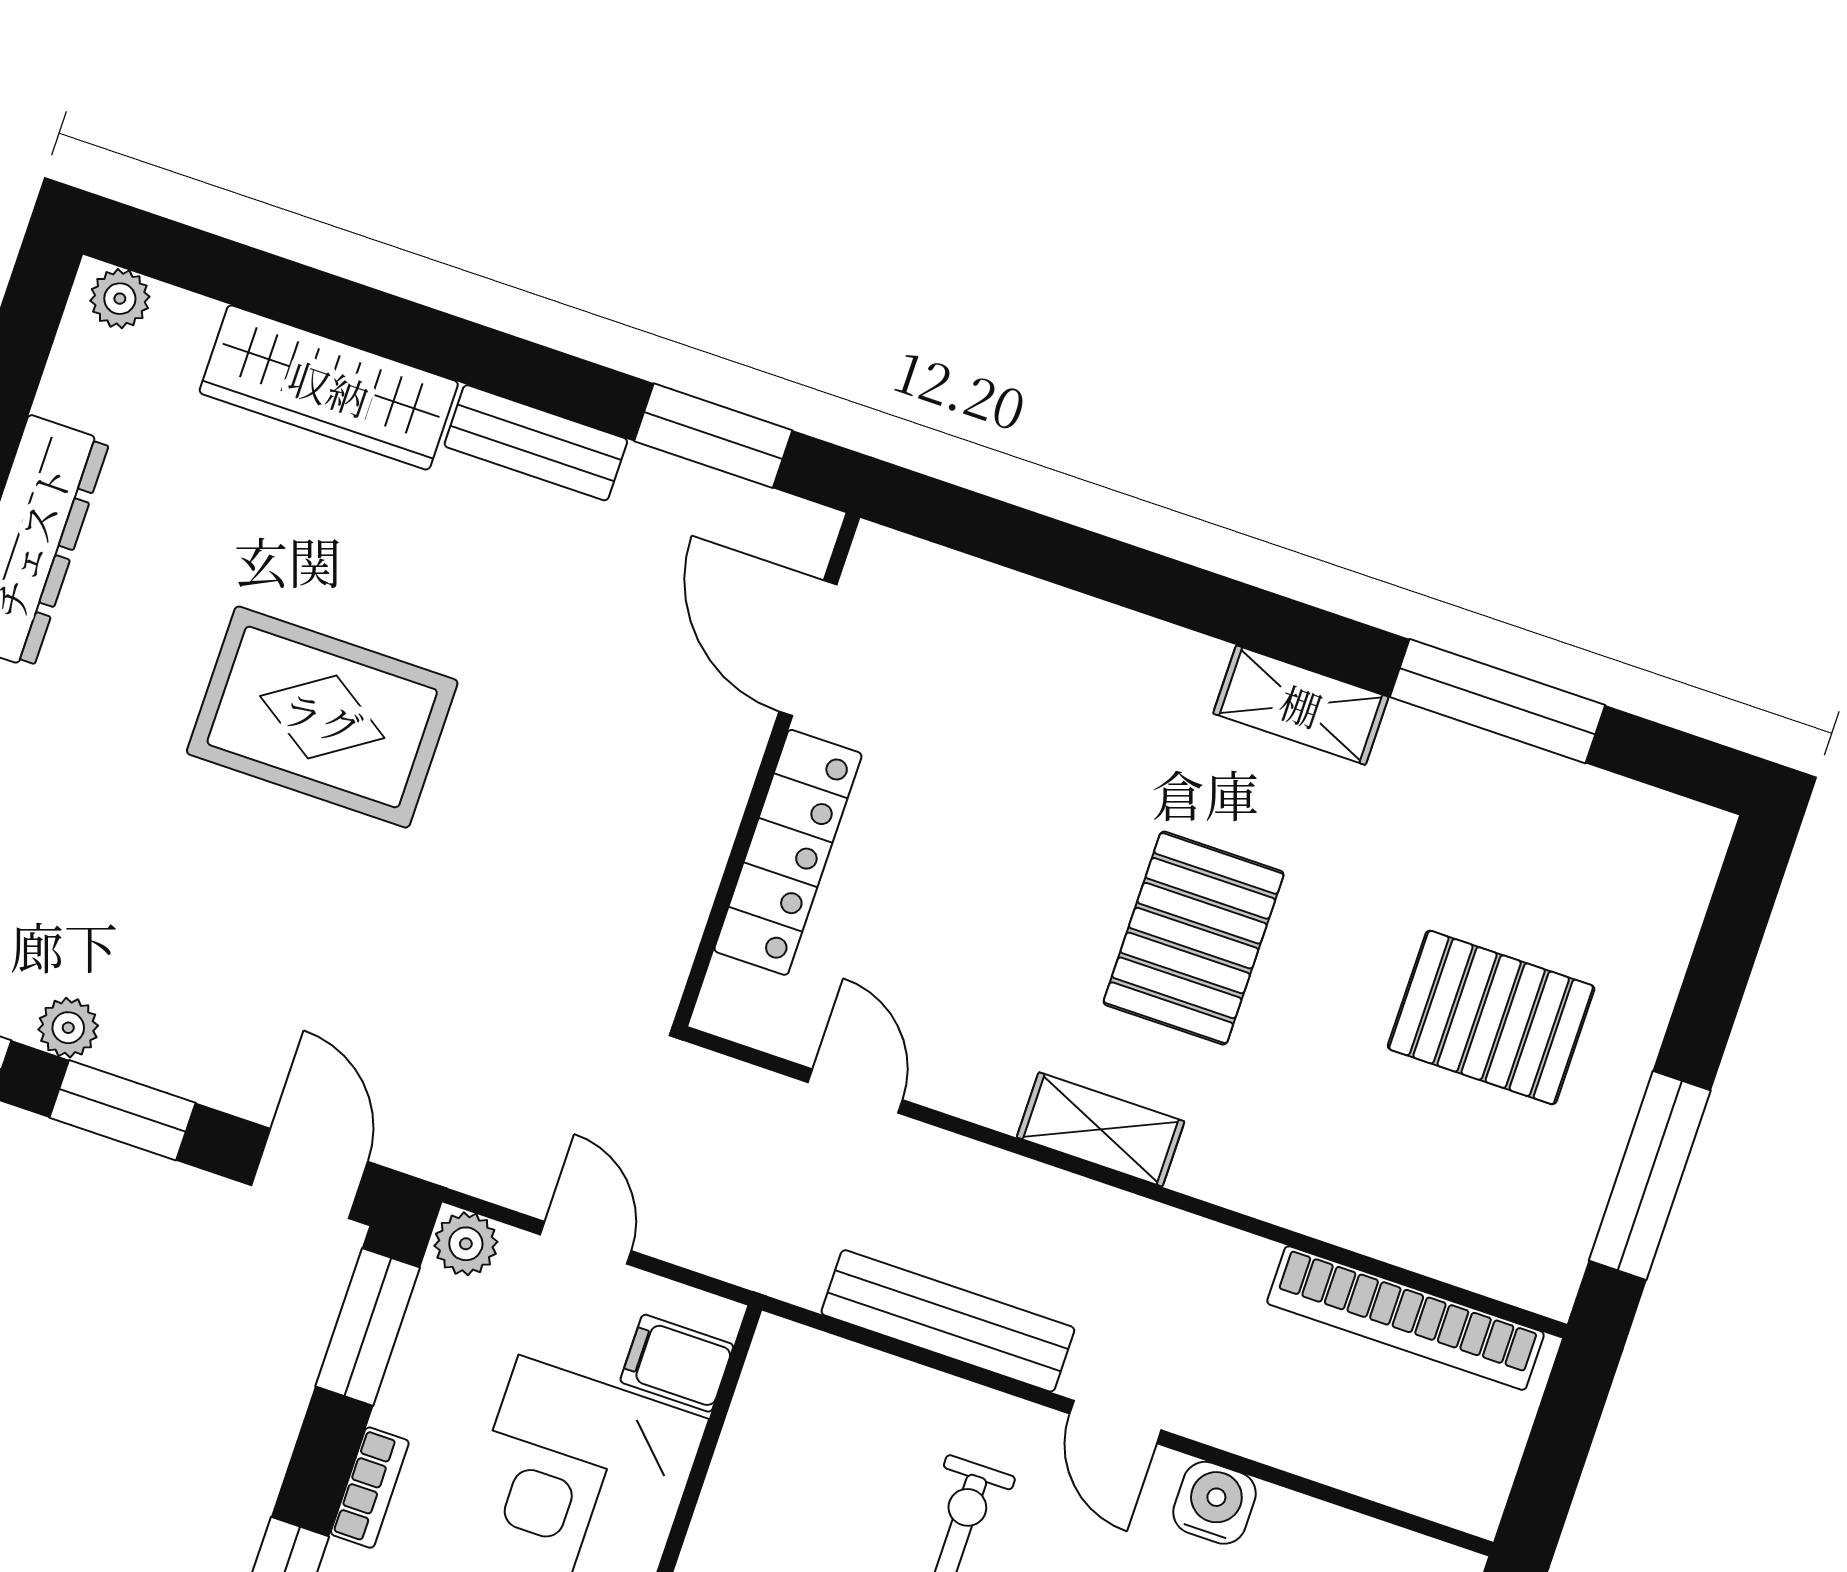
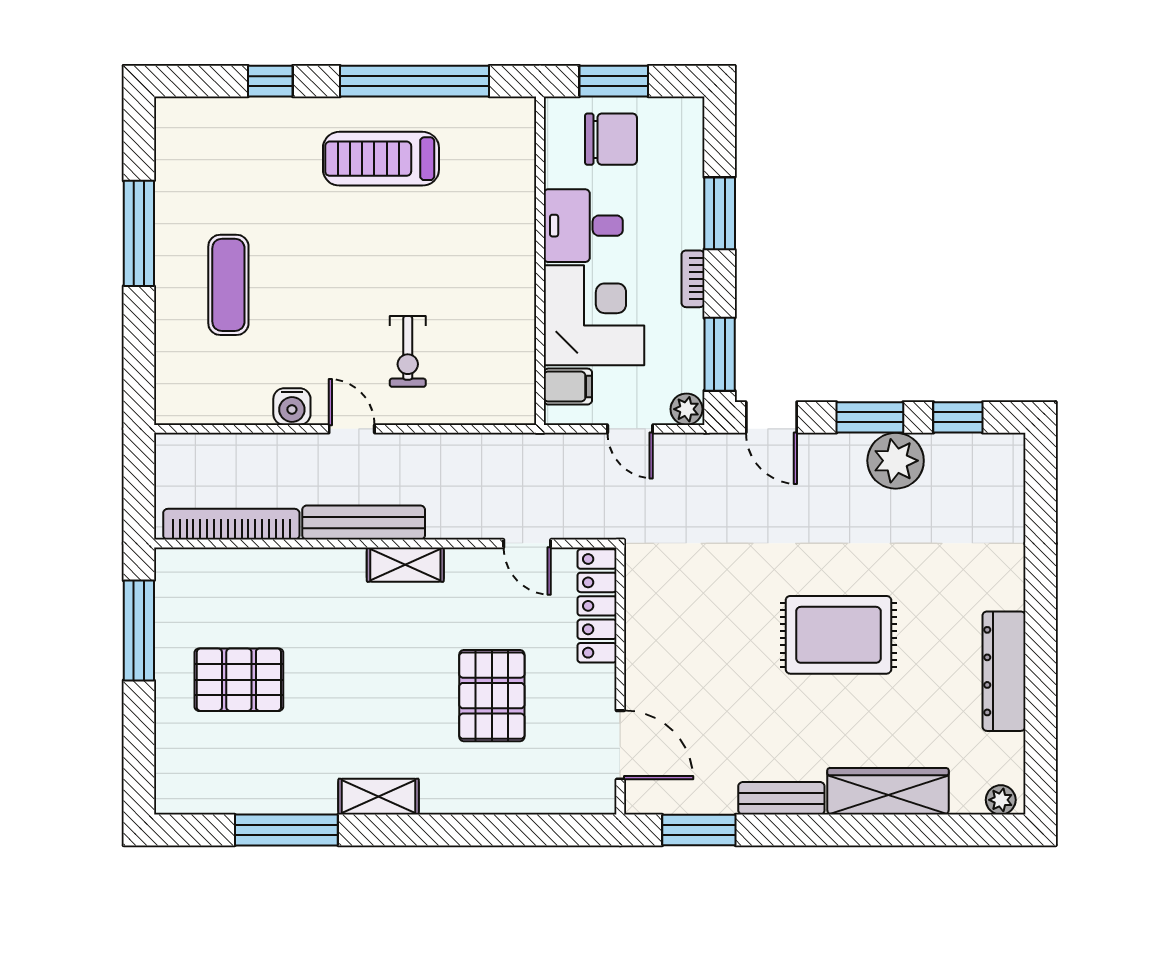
locker: (788, 852) -> (597, 606), moved
pallet: (1194, 938) -> (492, 696), moved
plant: (68, 1028) -> (896, 461), width x1.87, depth x1.87
bench: (948, 1321) -> (364, 522), moved

